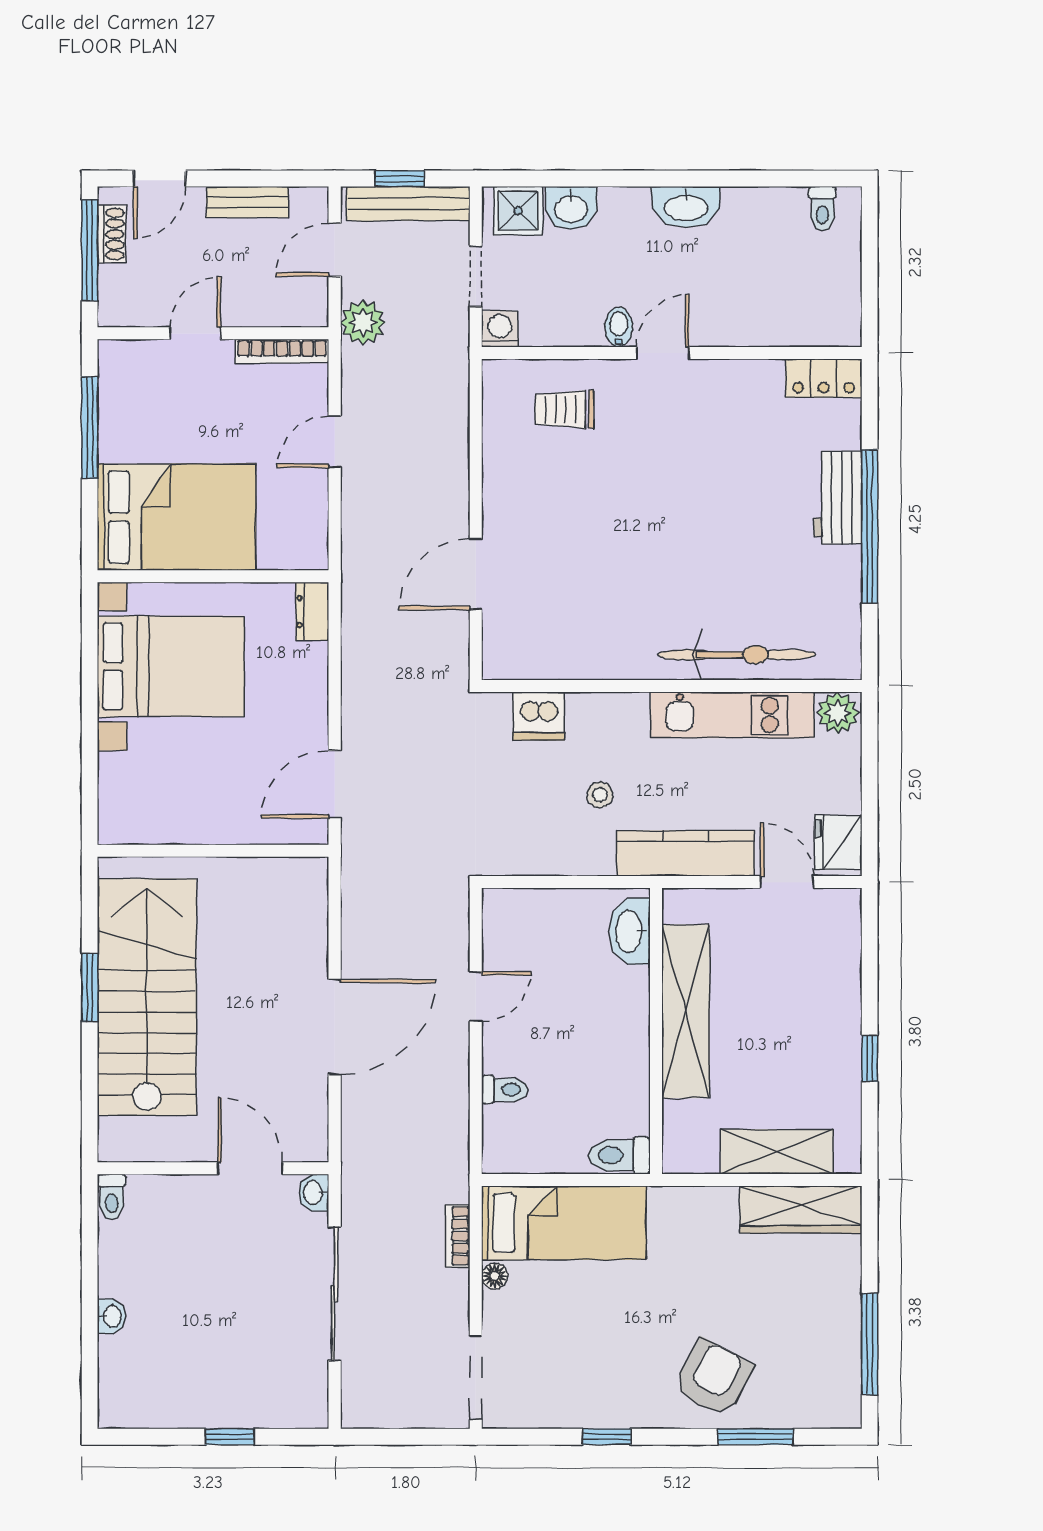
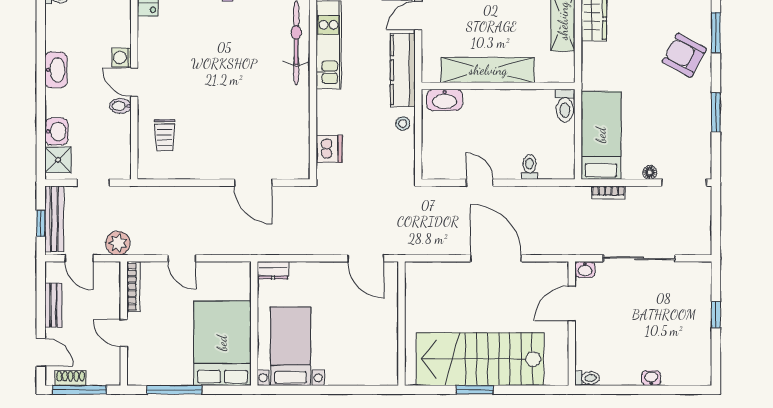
washing machine: (500, 329) -> (122, 57), moved
bed with nightstands: (171, 666) -> (291, 346), width x0.73
stool: (600, 795) -> (403, 123), moved
floor lamp: (495, 1276) -> (650, 172), moved
window: (607, 1437) -> (716, 112), width x1.50

